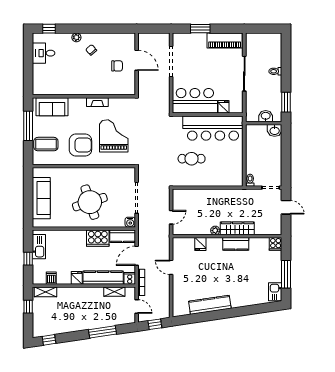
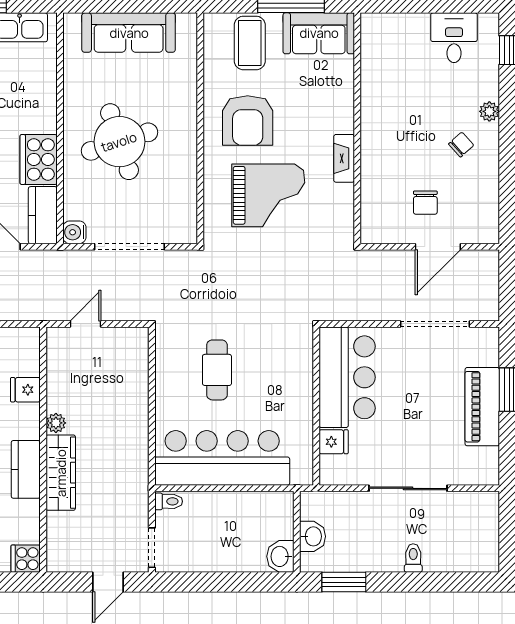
piano: (225, 41) -> (482, 407), moved
sofa: (52, 107) -> (319, 33), moved, turned -90
bar counter: (213, 128) -> (222, 458), moved, turned 90
door: (171, 217) -> (86, 324), swing flipped

